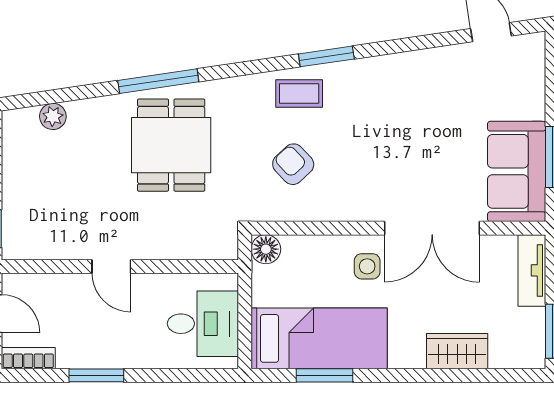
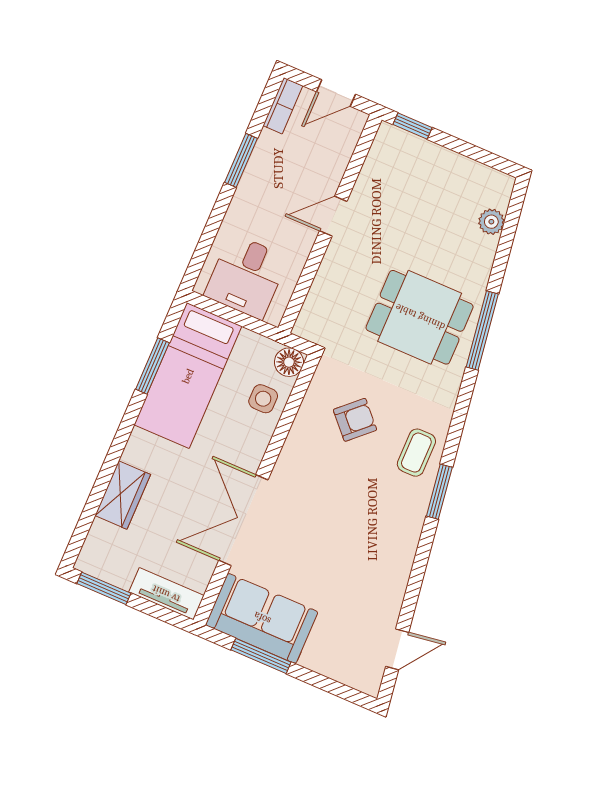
side table: (367, 266) -> (263, 399), moved

